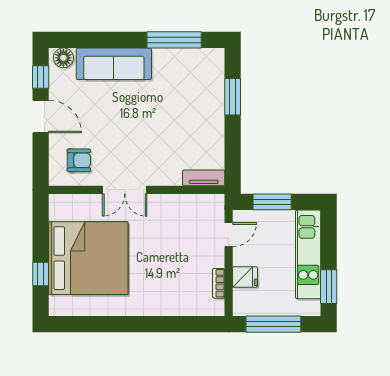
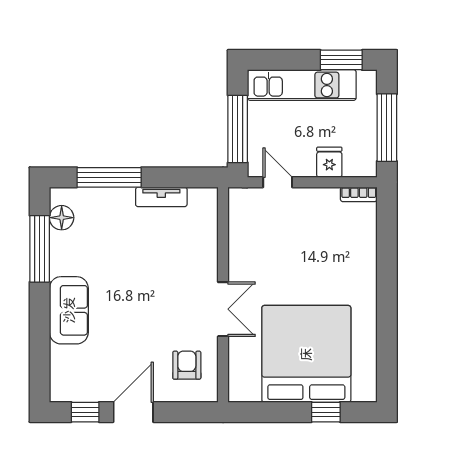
floor lamp: (63, 58) -> (62, 218), moved
sofa: (114, 64) -> (69, 310), width x0.73
window: (233, 97) -> (109, 177), width x1.44
tv unit: (204, 178) -> (161, 197), moved, turned -90
window: (272, 202) -> (238, 129), width x1.44
bookcase: (219, 283) -> (359, 194), moved

